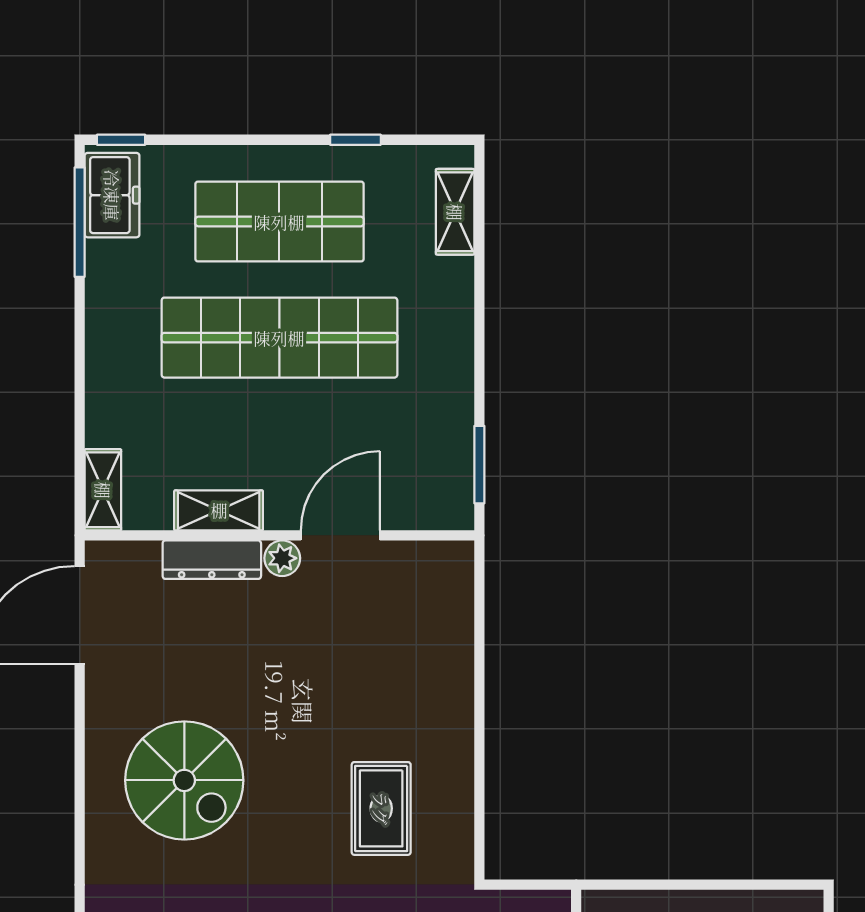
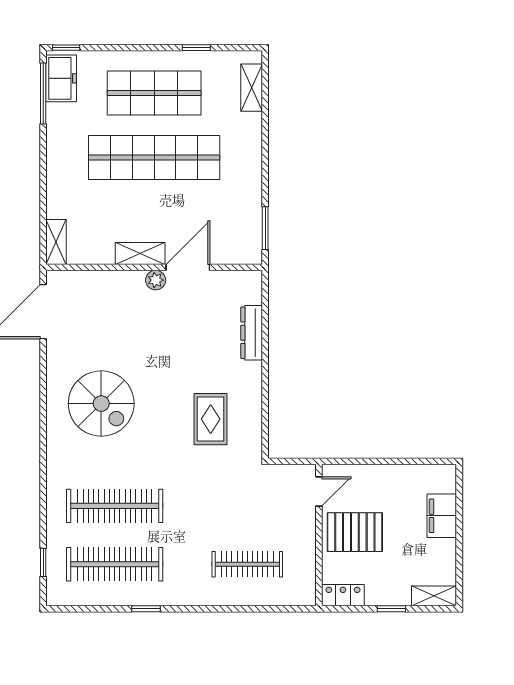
shelving: (219, 510) -> (140, 253), moved
dresser: (212, 560) -> (252, 333), moved, turned 90

